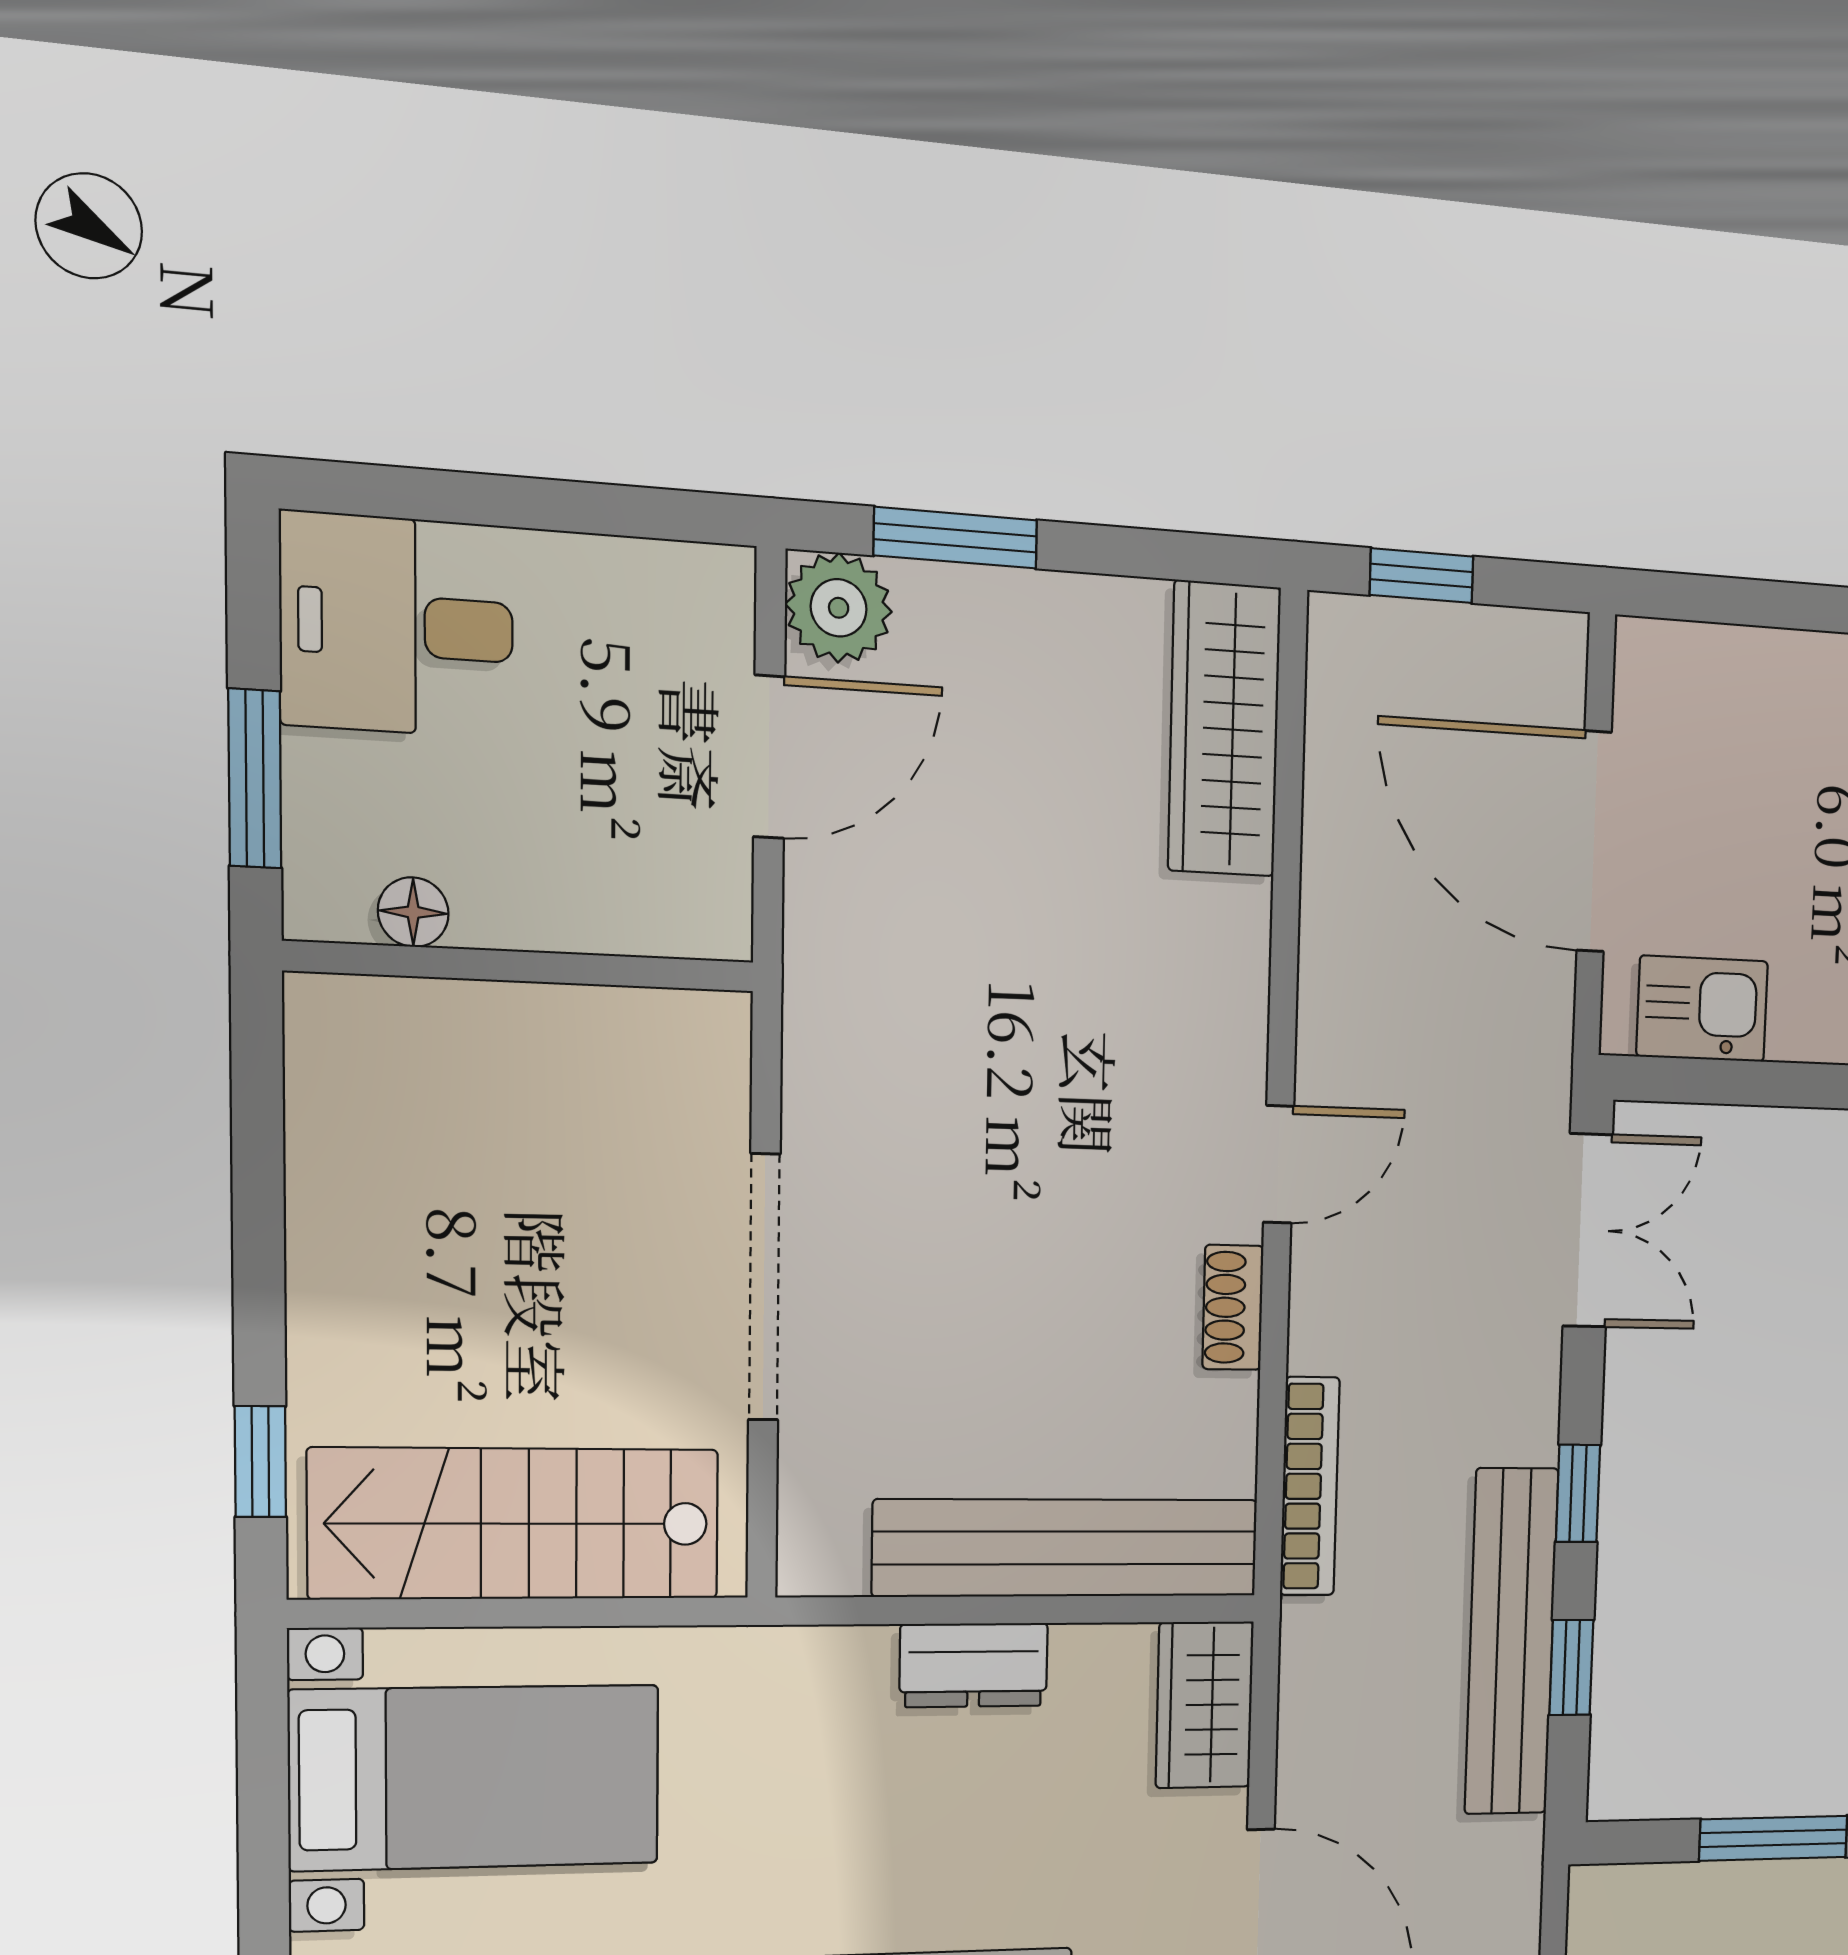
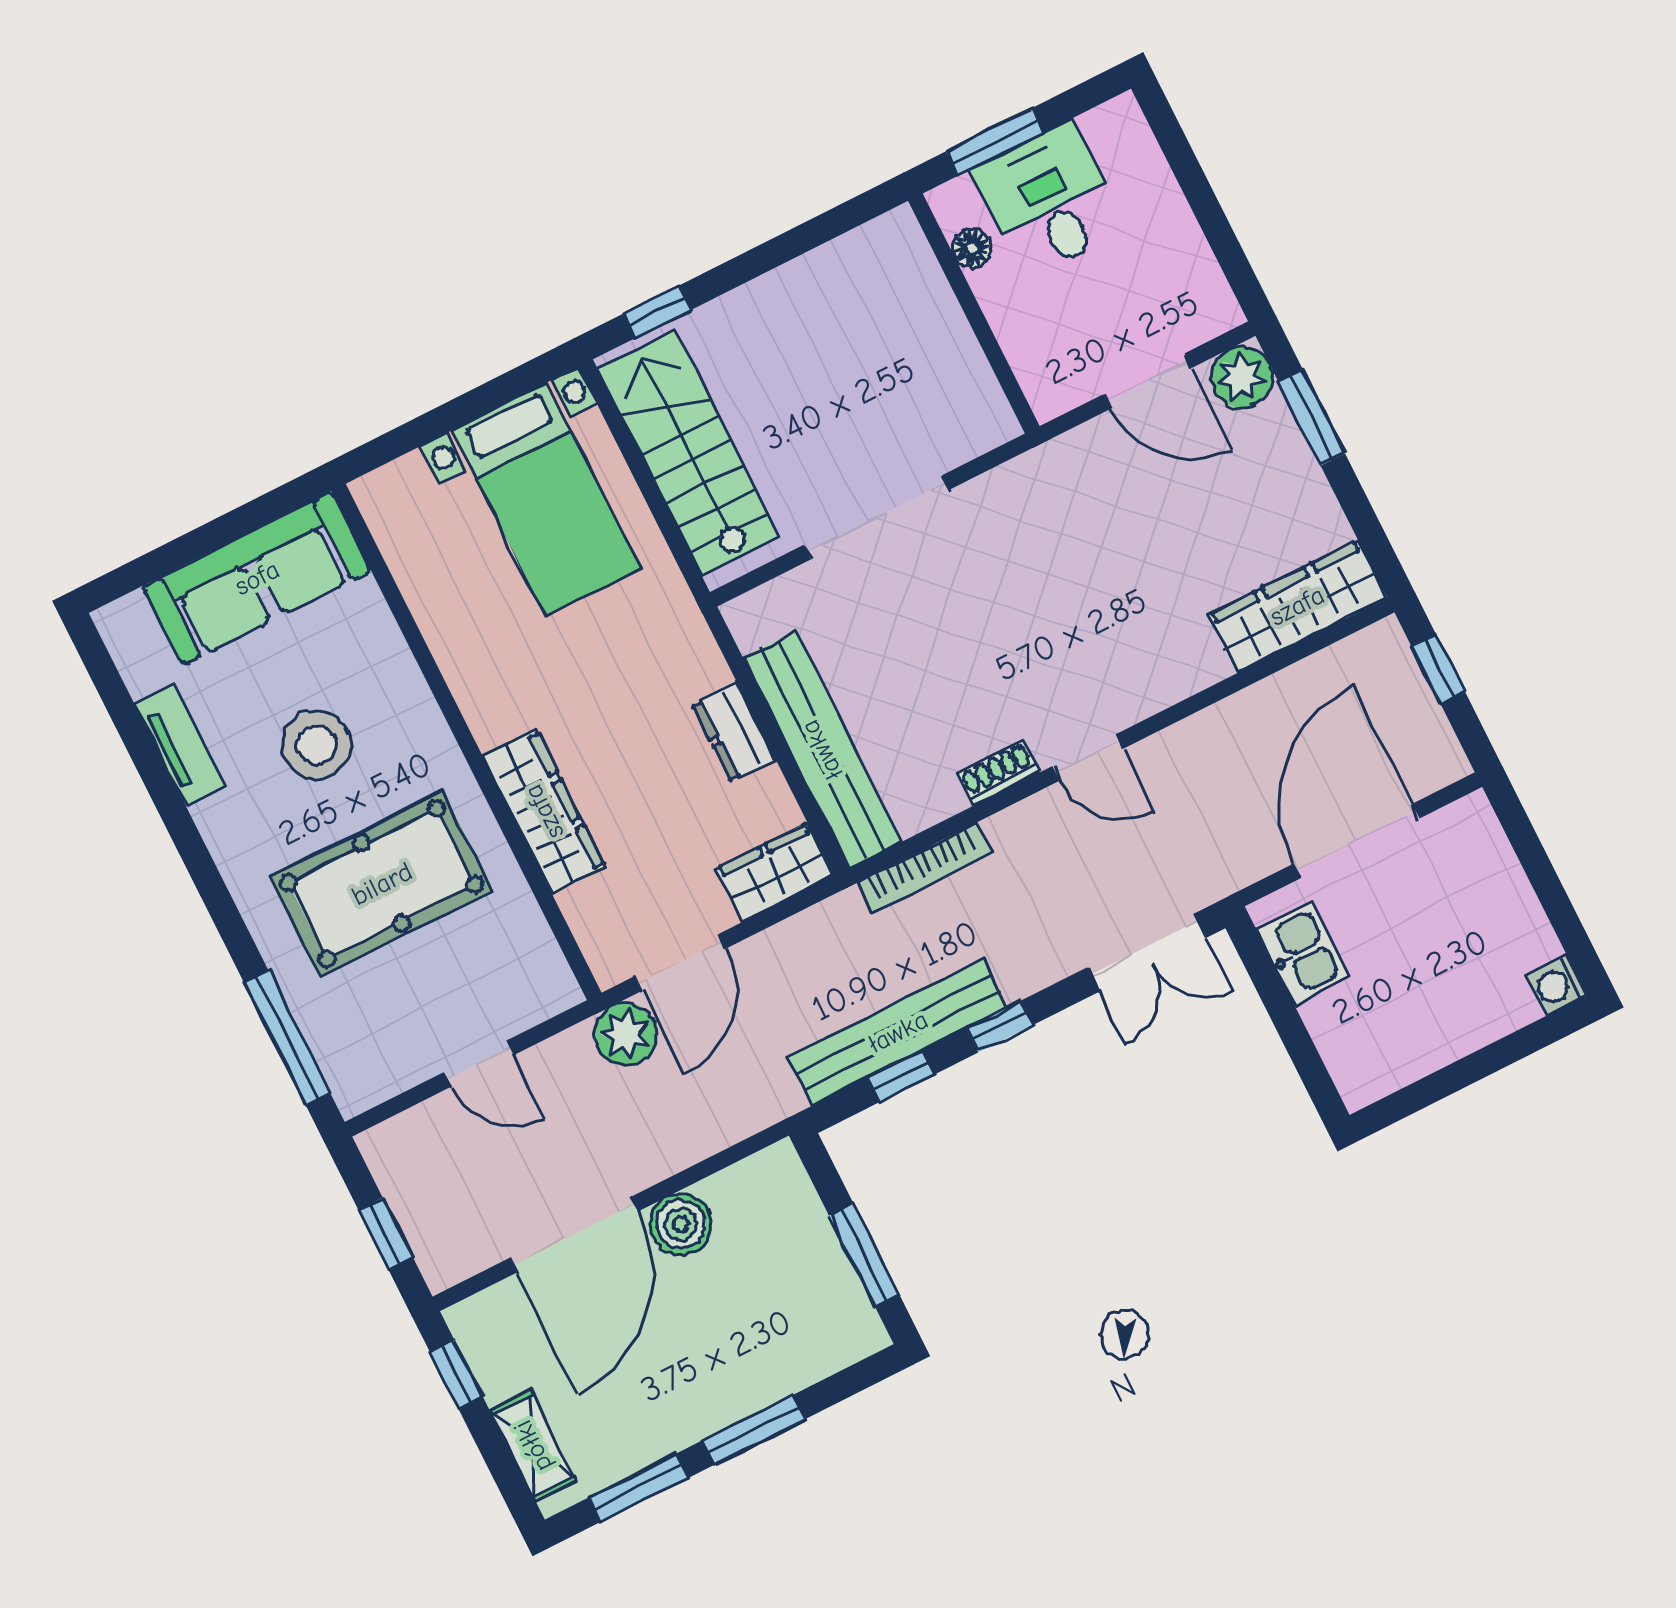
desk: (397, 625) -> (1049, 200), moved

